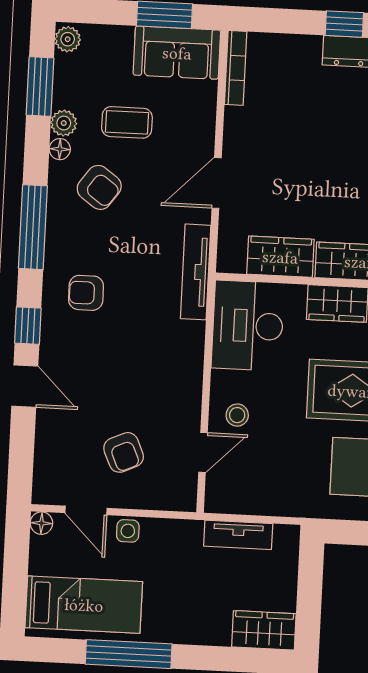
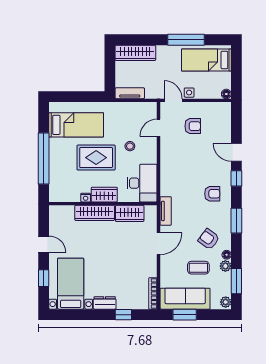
window: (344, 24) -> (123, 315), moved
sofa: (177, 53) -> (185, 299), width x1.36
window: (33, 227) -> (236, 221), width x0.69
tv unit: (196, 272) -> (166, 211), width x0.71
stool: (237, 415) -> (130, 146), moved
armchair: (124, 452) -> (193, 126), turned 114
door: (86, 510) -> (173, 100), moved
tv unit: (238, 535) -> (130, 93), moved
wardrobe: (264, 630) -> (135, 53), width x1.50

